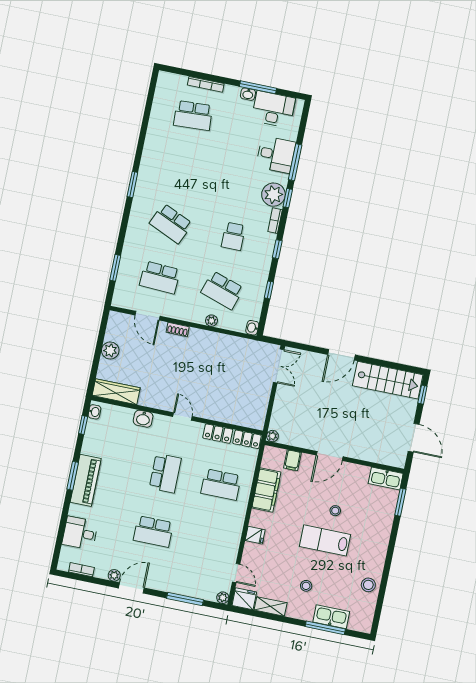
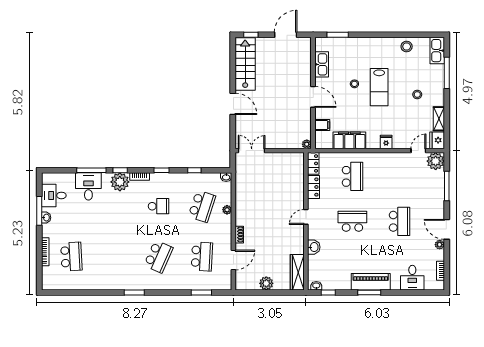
desk: (273, 109) -> (54, 195), width x0.73
kitchen sink: (386, 478) -> (322, 64), moved
plant: (223, 598) -> (436, 161), width x1.87, depth x1.87
kitchen sink: (331, 617) -> (437, 51), moved

